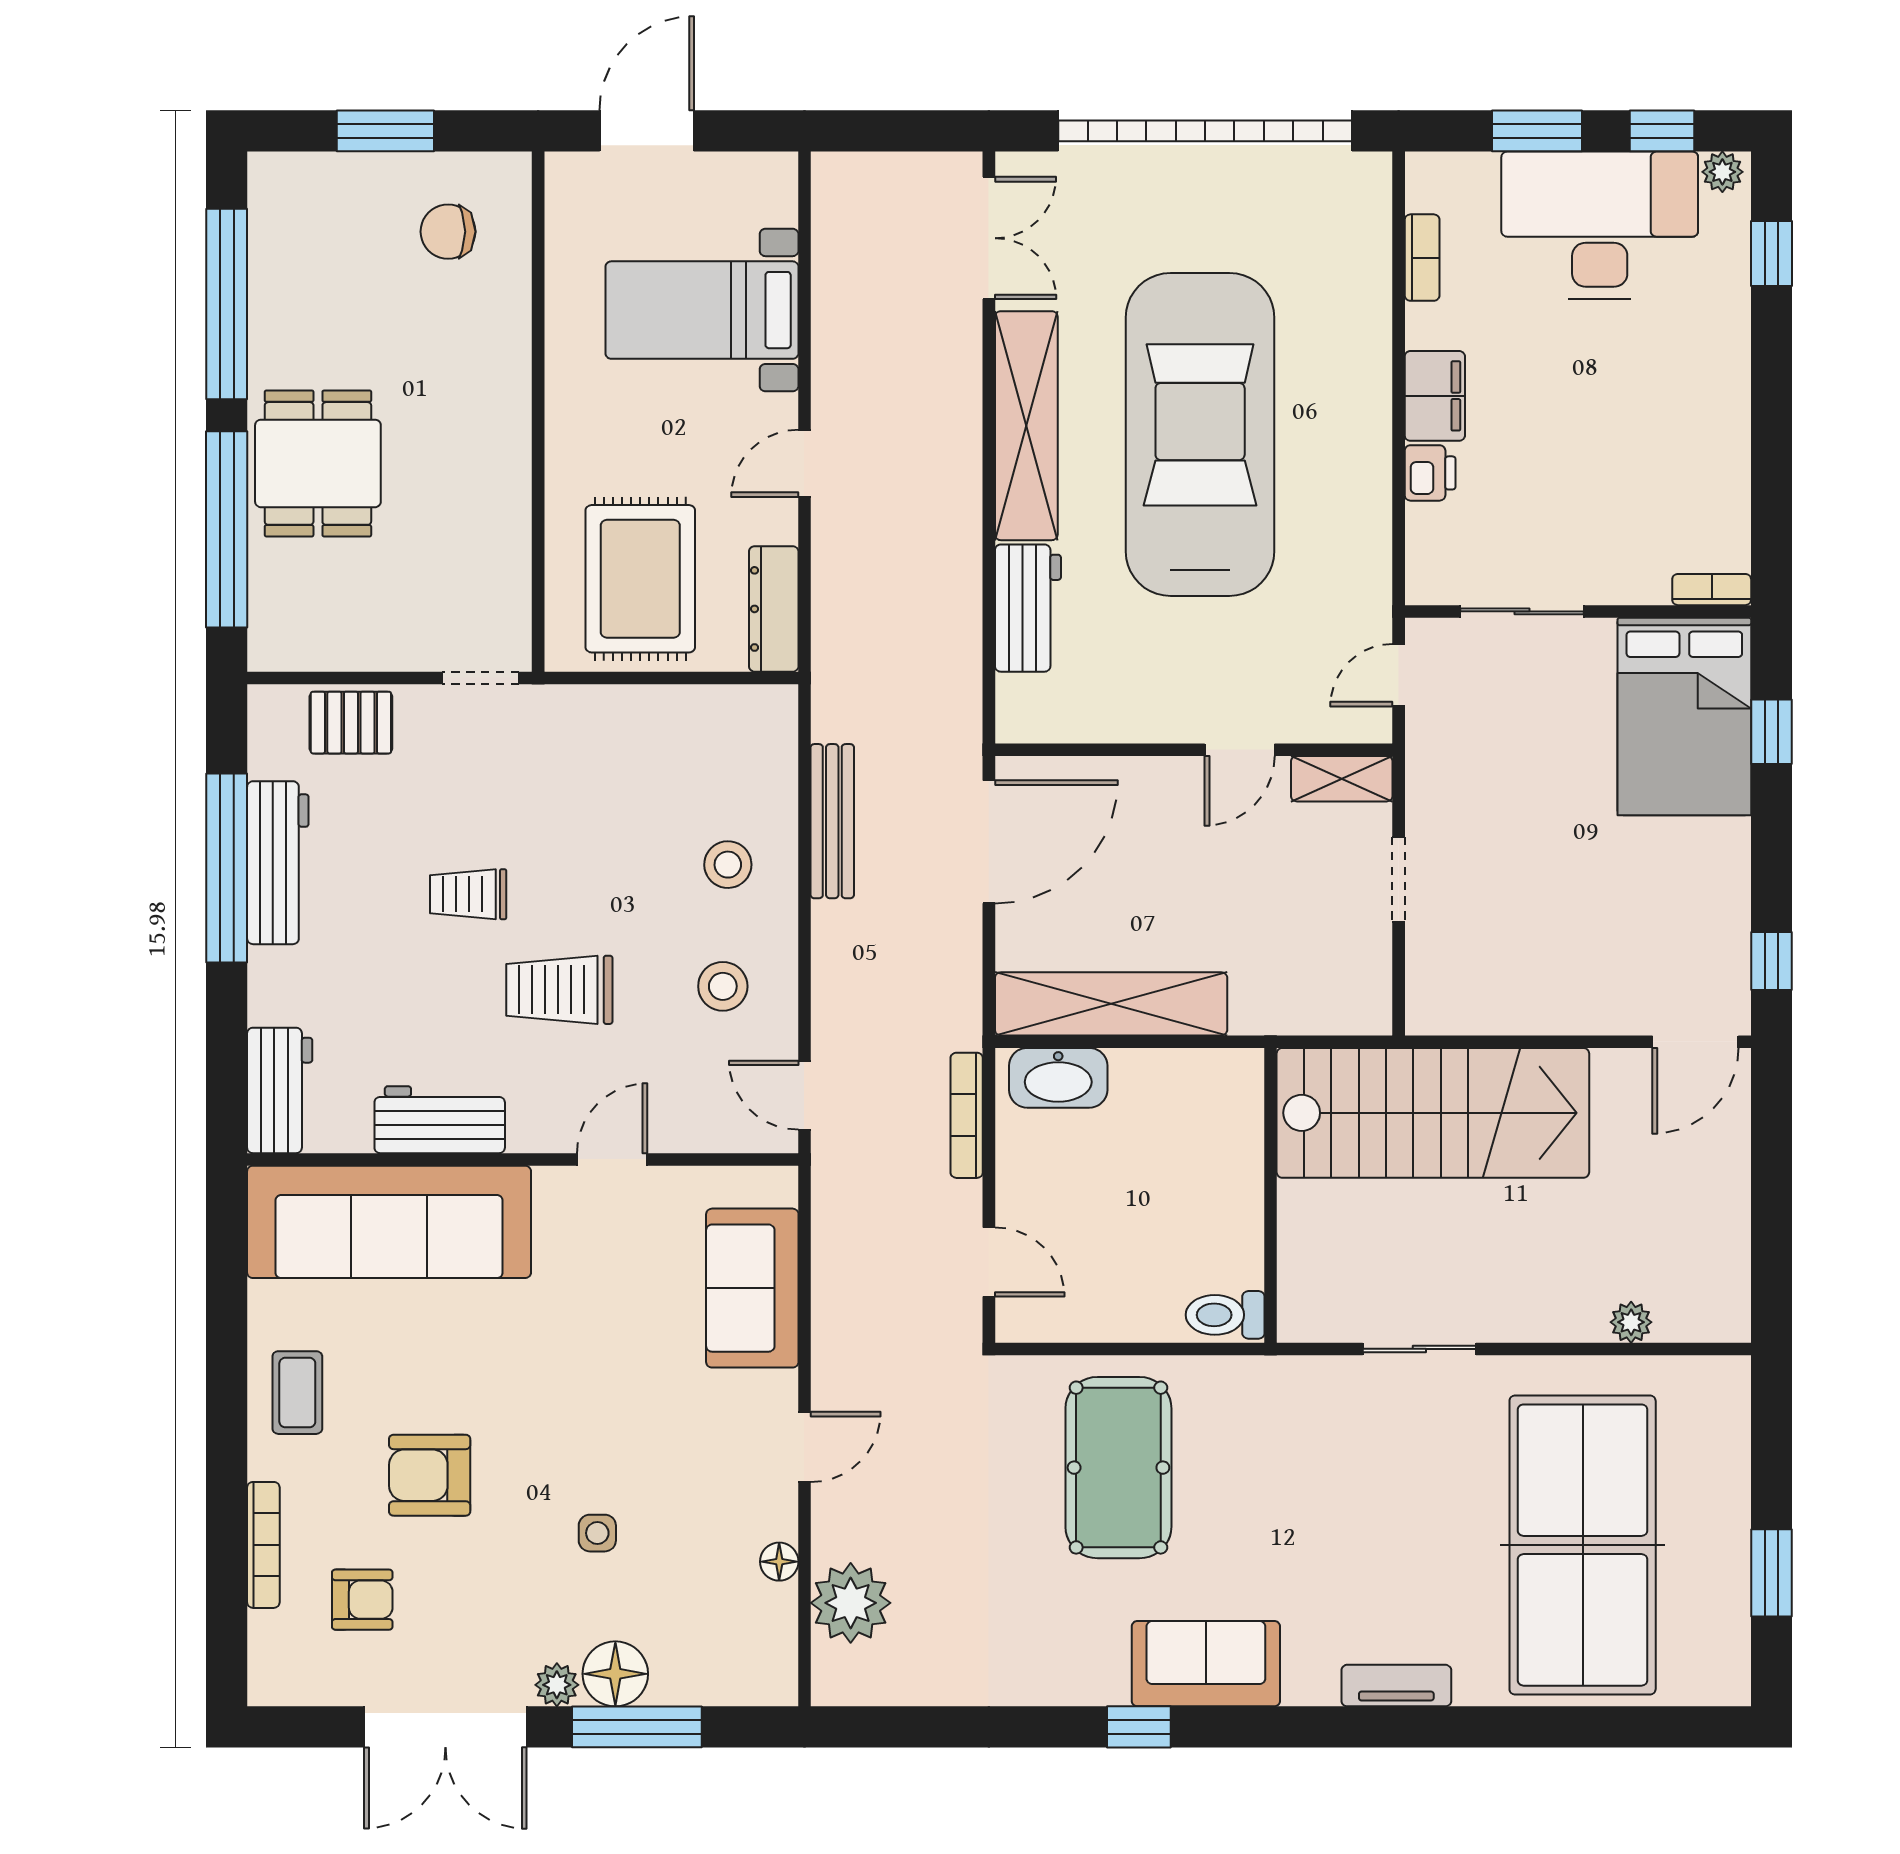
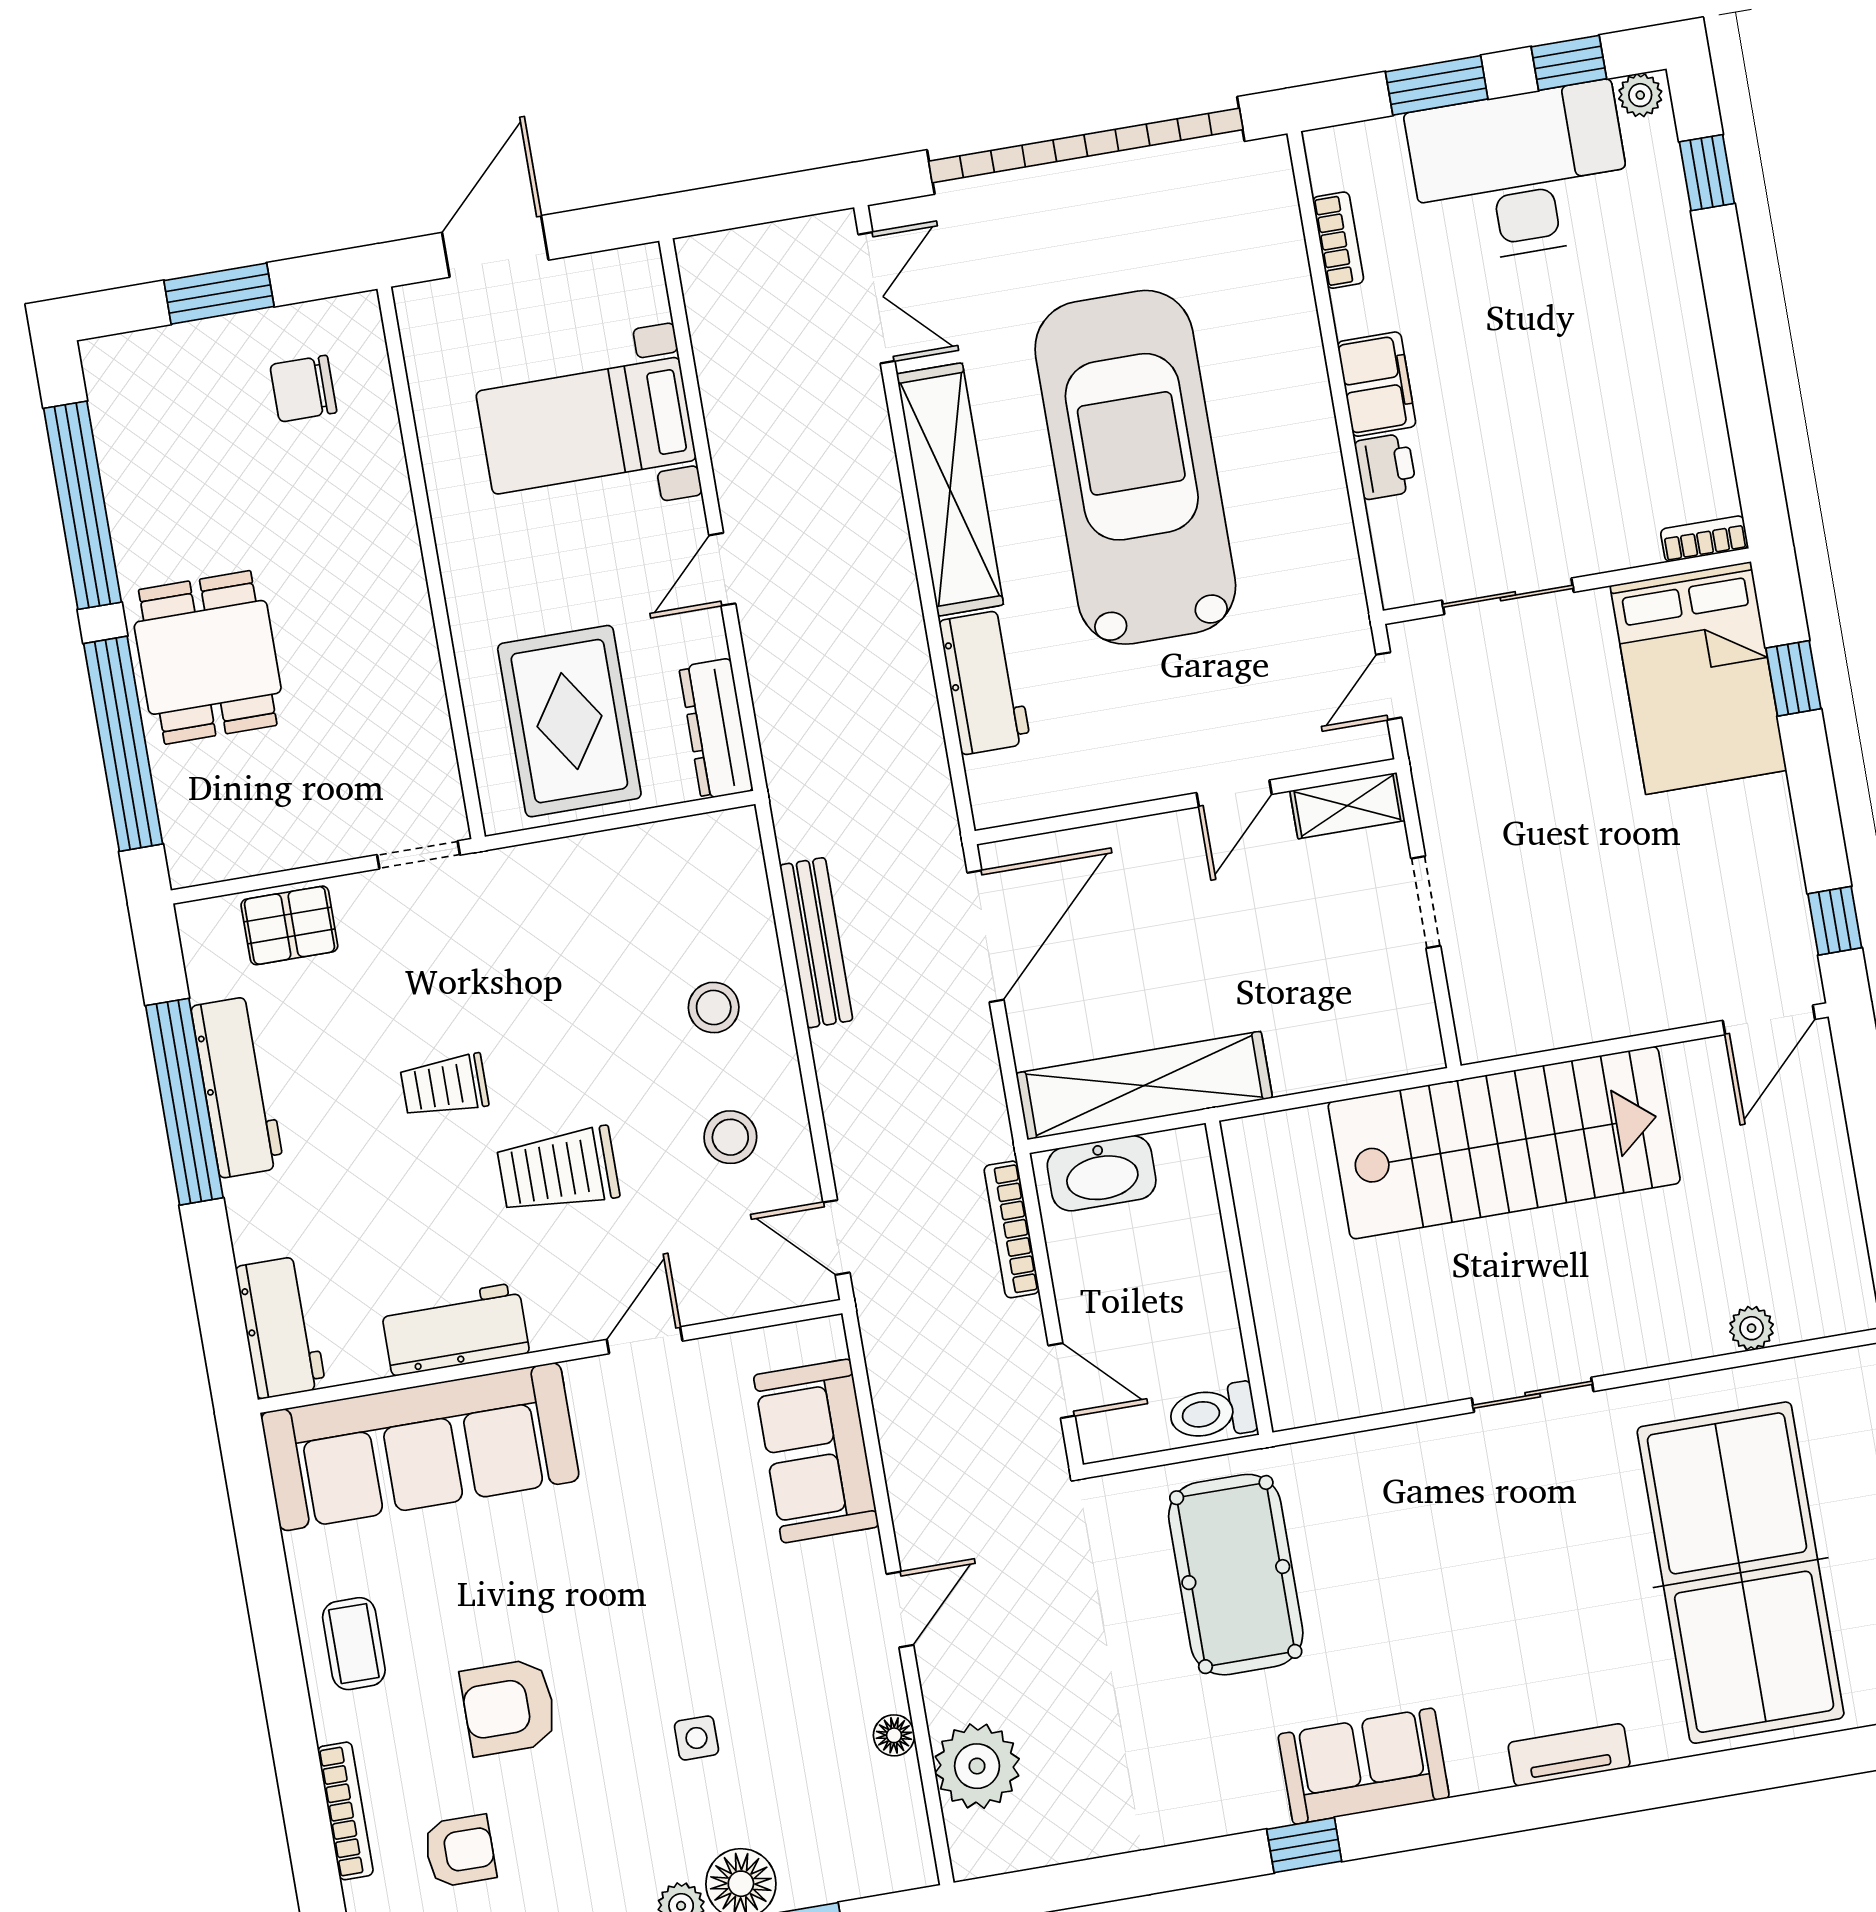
wall: (1271, 1195) -> (1239, 1278), moved
toilet: (1225, 1315) -> (1213, 1412), moved

